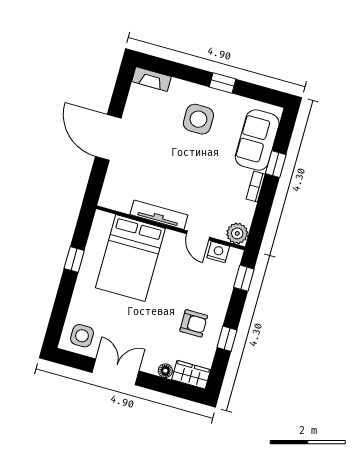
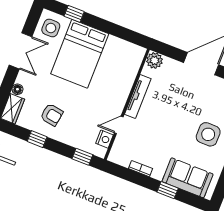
bookcase: (256, 187) -> (141, 169), moved
plant: (237, 233) -> (154, 60), moved
bed: (130, 258) -> (80, 54), moved, turned -90
window: (74, 259) -> (74, 14), moved
armchair: (194, 323) -> (52, 115), turned -81

